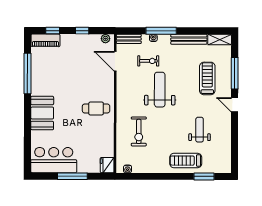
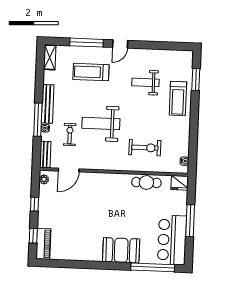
bench: (189, 39) -> (48, 104), moved
window: (28, 73) -> (153, 267), moved
cafe table: (96, 109) -> (146, 182), moved, turned 90

